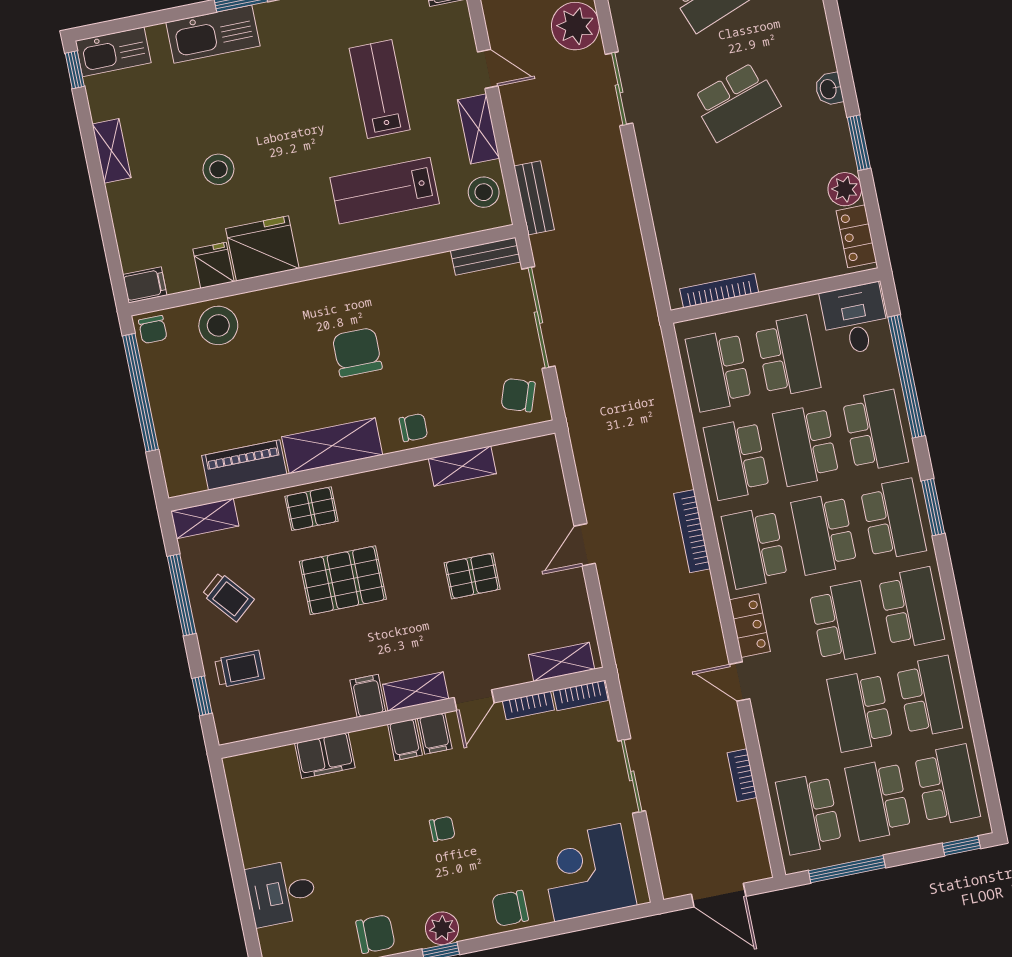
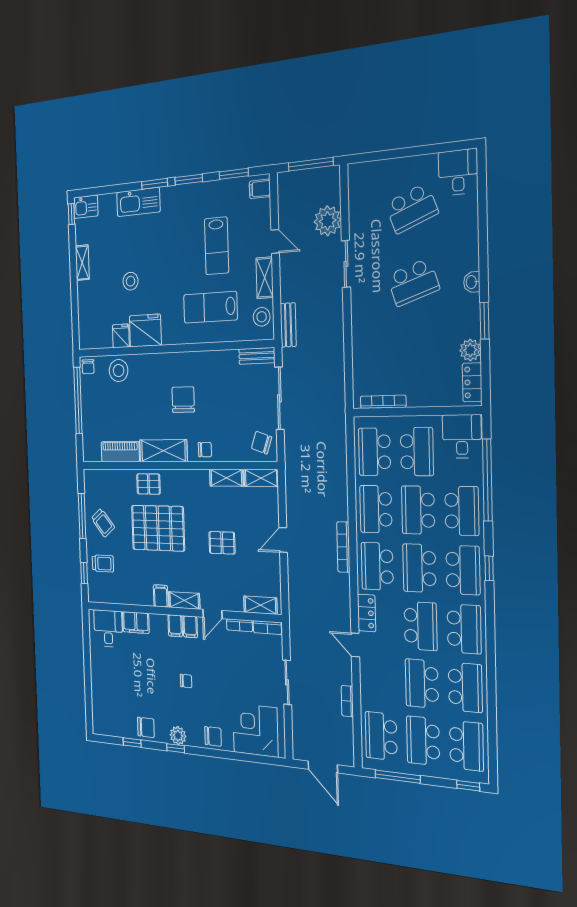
kitchen sink: (113, 52) -> (86, 207), width x0.73
lab bench: (380, 89) -> (217, 246), turned 180
filing cabinet: (145, 285) -> (88, 341), removed
window: (933, 507) -> (489, 568), width x0.67
shelving: (205, 518) -> (261, 478), moved
pallet: (343, 580) -> (158, 528), width x1.37, depth x1.41
desk: (282, 893) -> (108, 628), moved, turned 90
chair: (510, 908) -> (213, 736), turned 180

